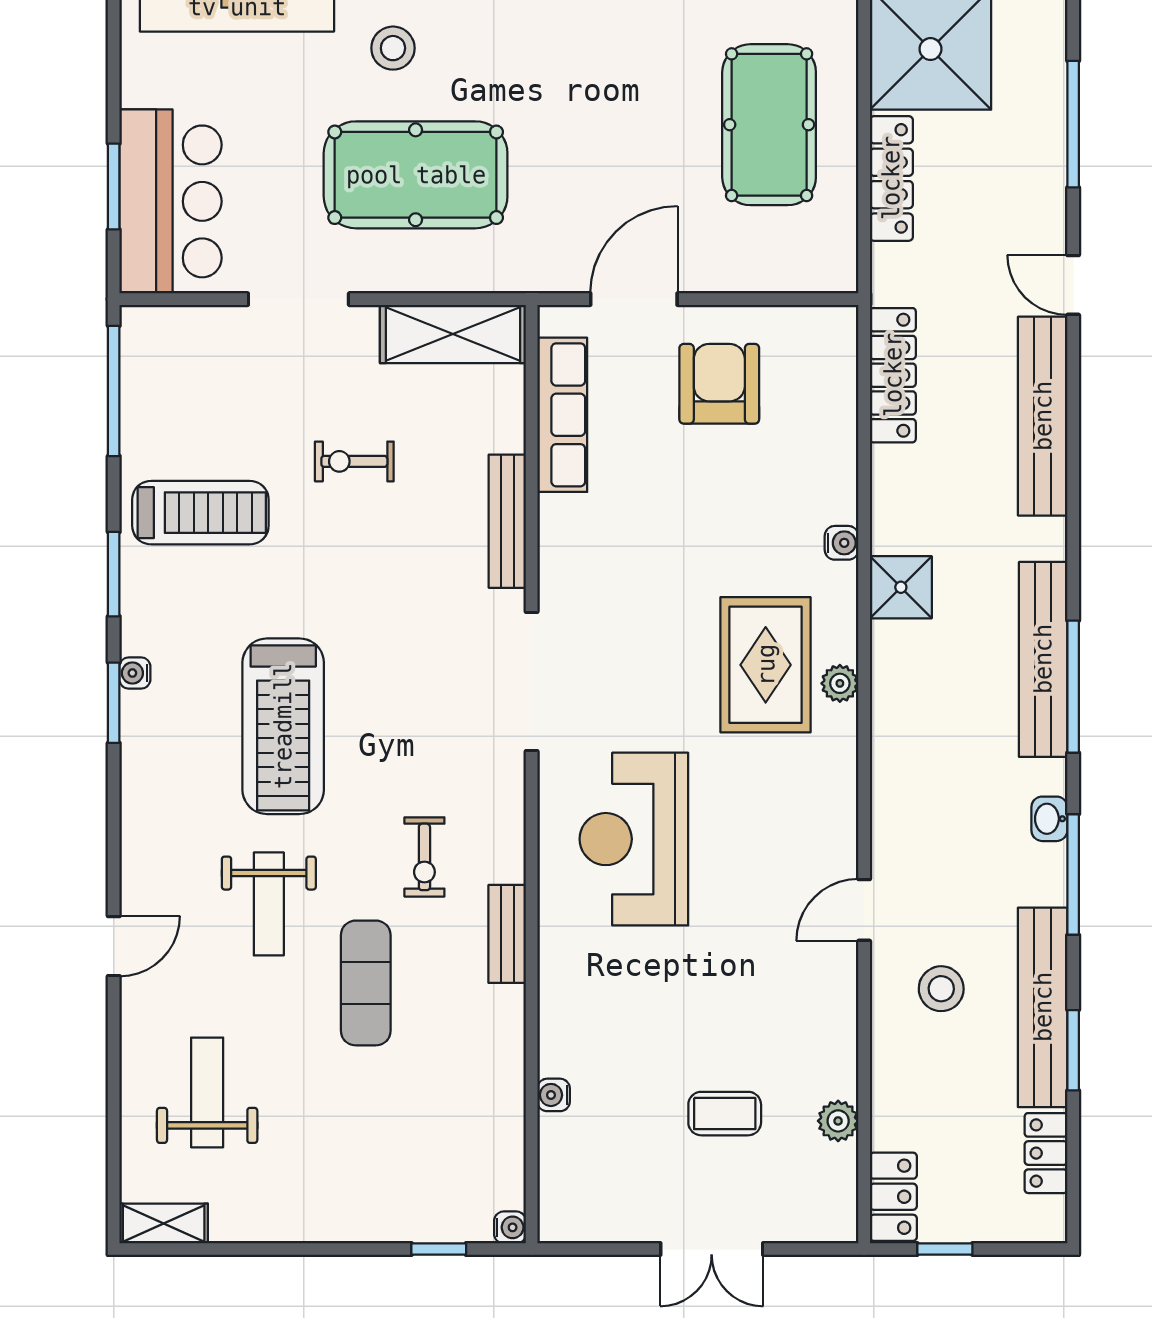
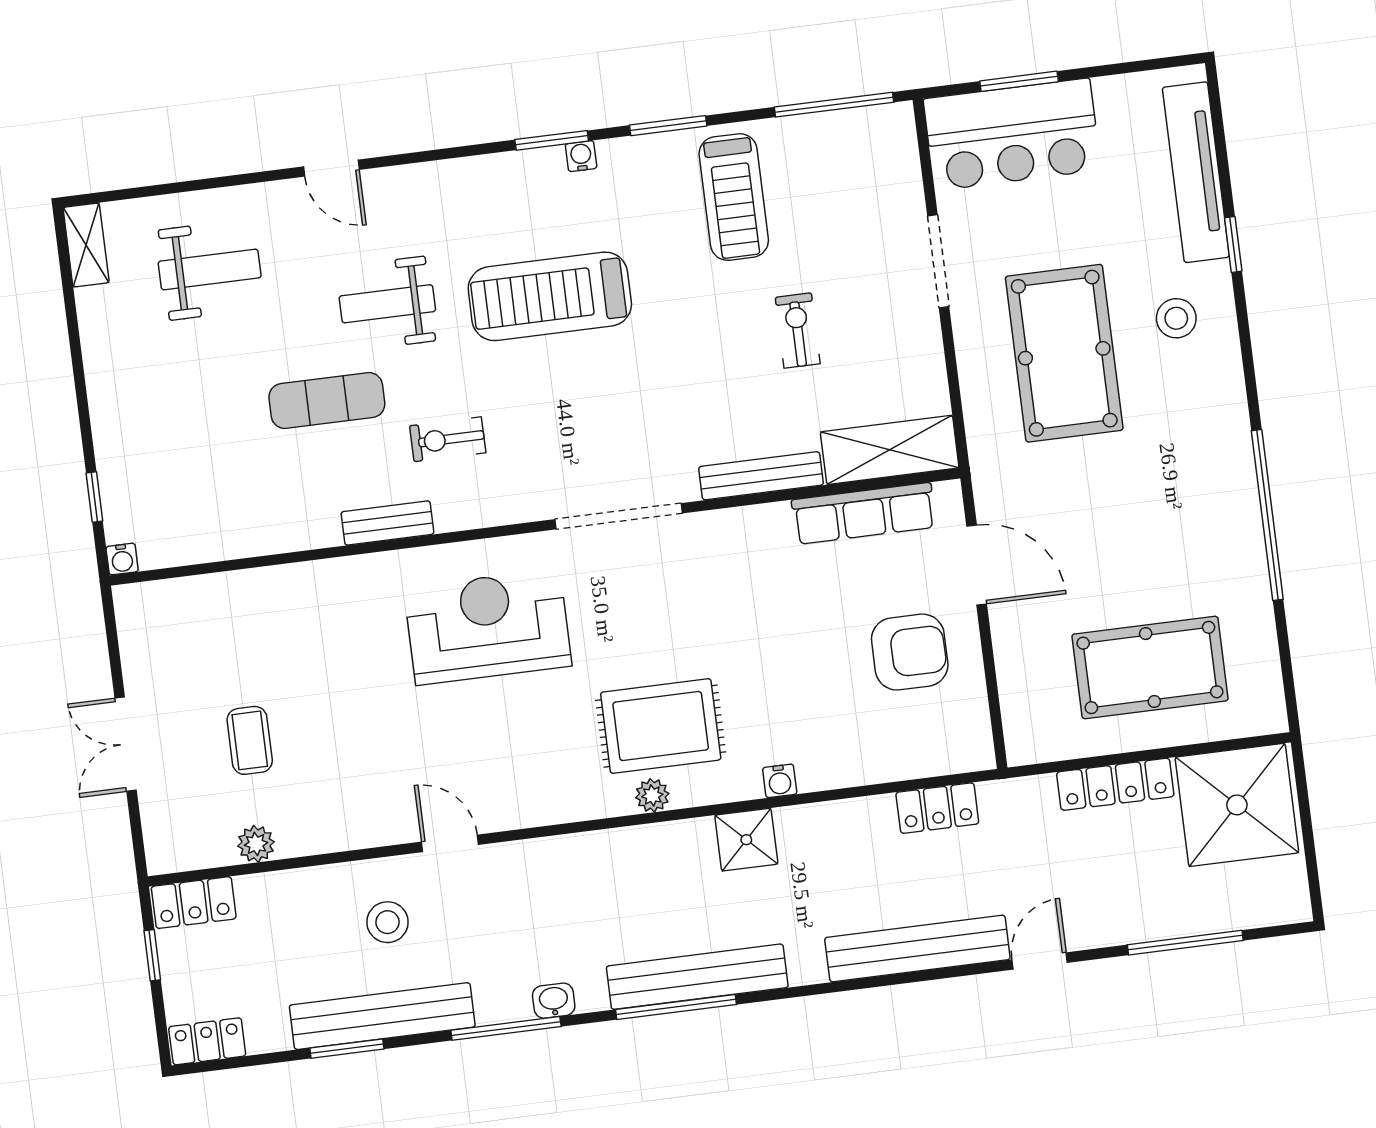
shelving: (453, 334) -> (890, 450), moved, turned 90
locker: (893, 375) -> (937, 808), width x0.66
water cooler: (554, 1095) -> (247, 583), removed
locker: (1046, 1153) -> (207, 1041), moved

